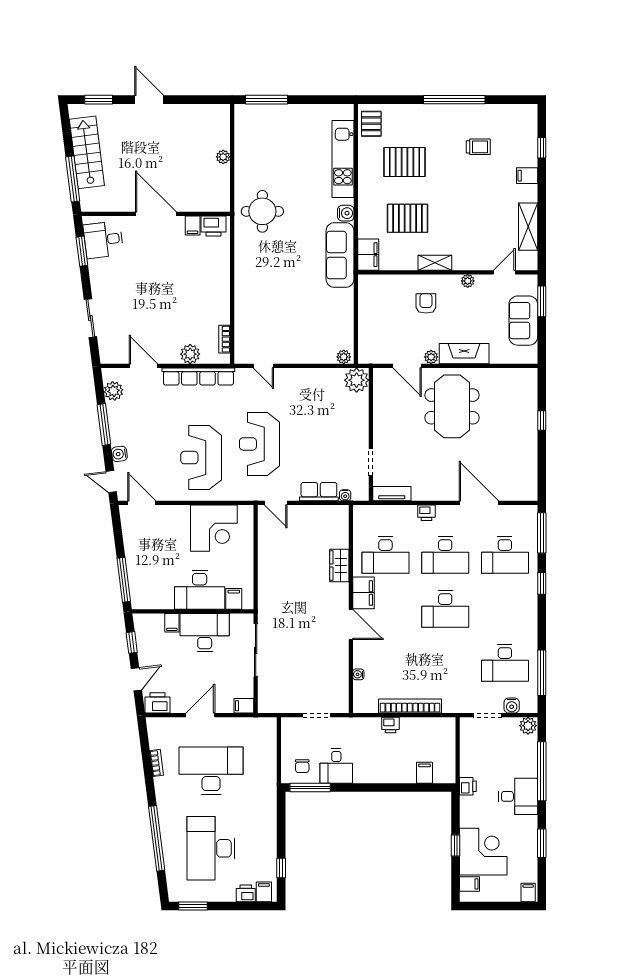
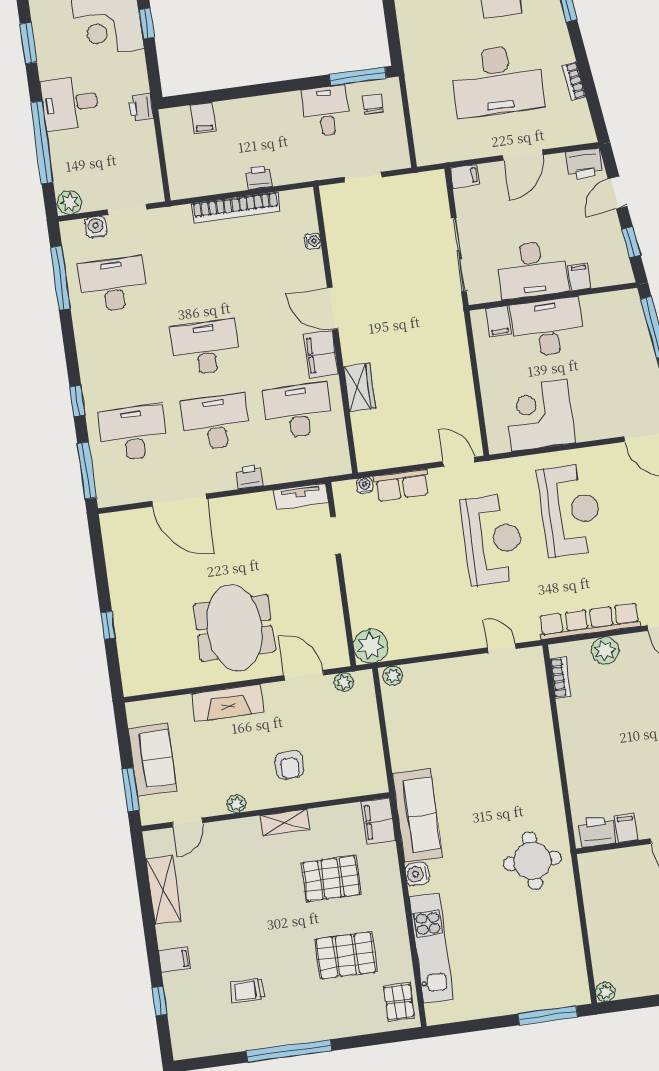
plant: (223, 157) -> (605, 992), moved
plant: (431, 357) -> (344, 682), moved

